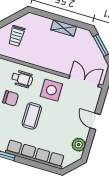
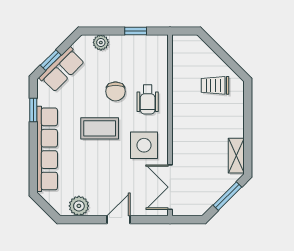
shelving: (64, 28) -> (236, 156), moved
trolley: (16, 36) -> (215, 85), moved
double door: (84, 81) -> (170, 187), swing flipped

